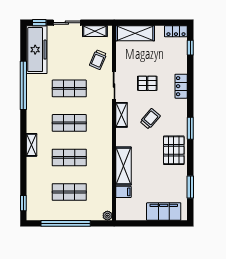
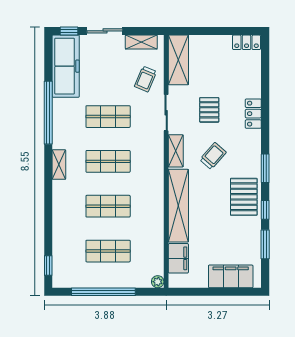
shelving: (135, 33) -> (178, 60), moved, turned 90
window: (190, 48) -> (265, 210), moved
pallet: (147, 83) -> (209, 110), turned 90
shelving: (31, 145) -> (59, 165), moved
shelving: (124, 166) -> (178, 206), width x1.47
filing cabinet: (123, 192) -> (178, 258), width x2.00

